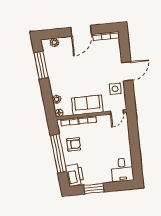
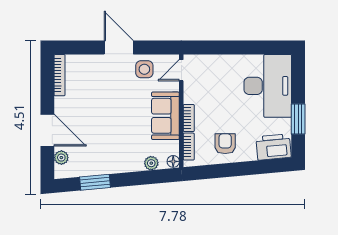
door: (81, 31) -> (47, 130), moved
window: (41, 65) -> (95, 182), width x0.69
door: (117, 112) -> (181, 70), swing flipped
window: (58, 153) -> (237, 169), removed
desk: (122, 170) -> (268, 86), width x1.87, depth x1.30

